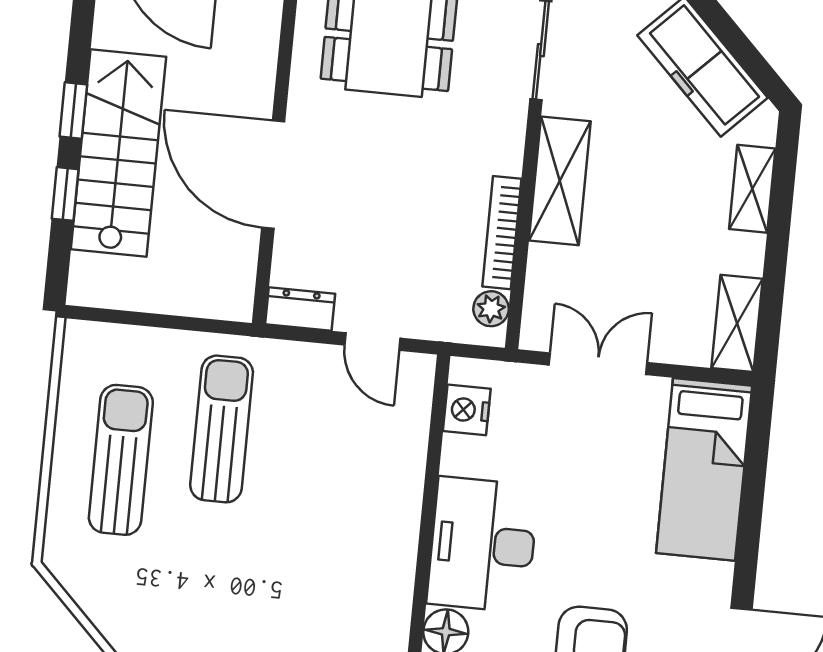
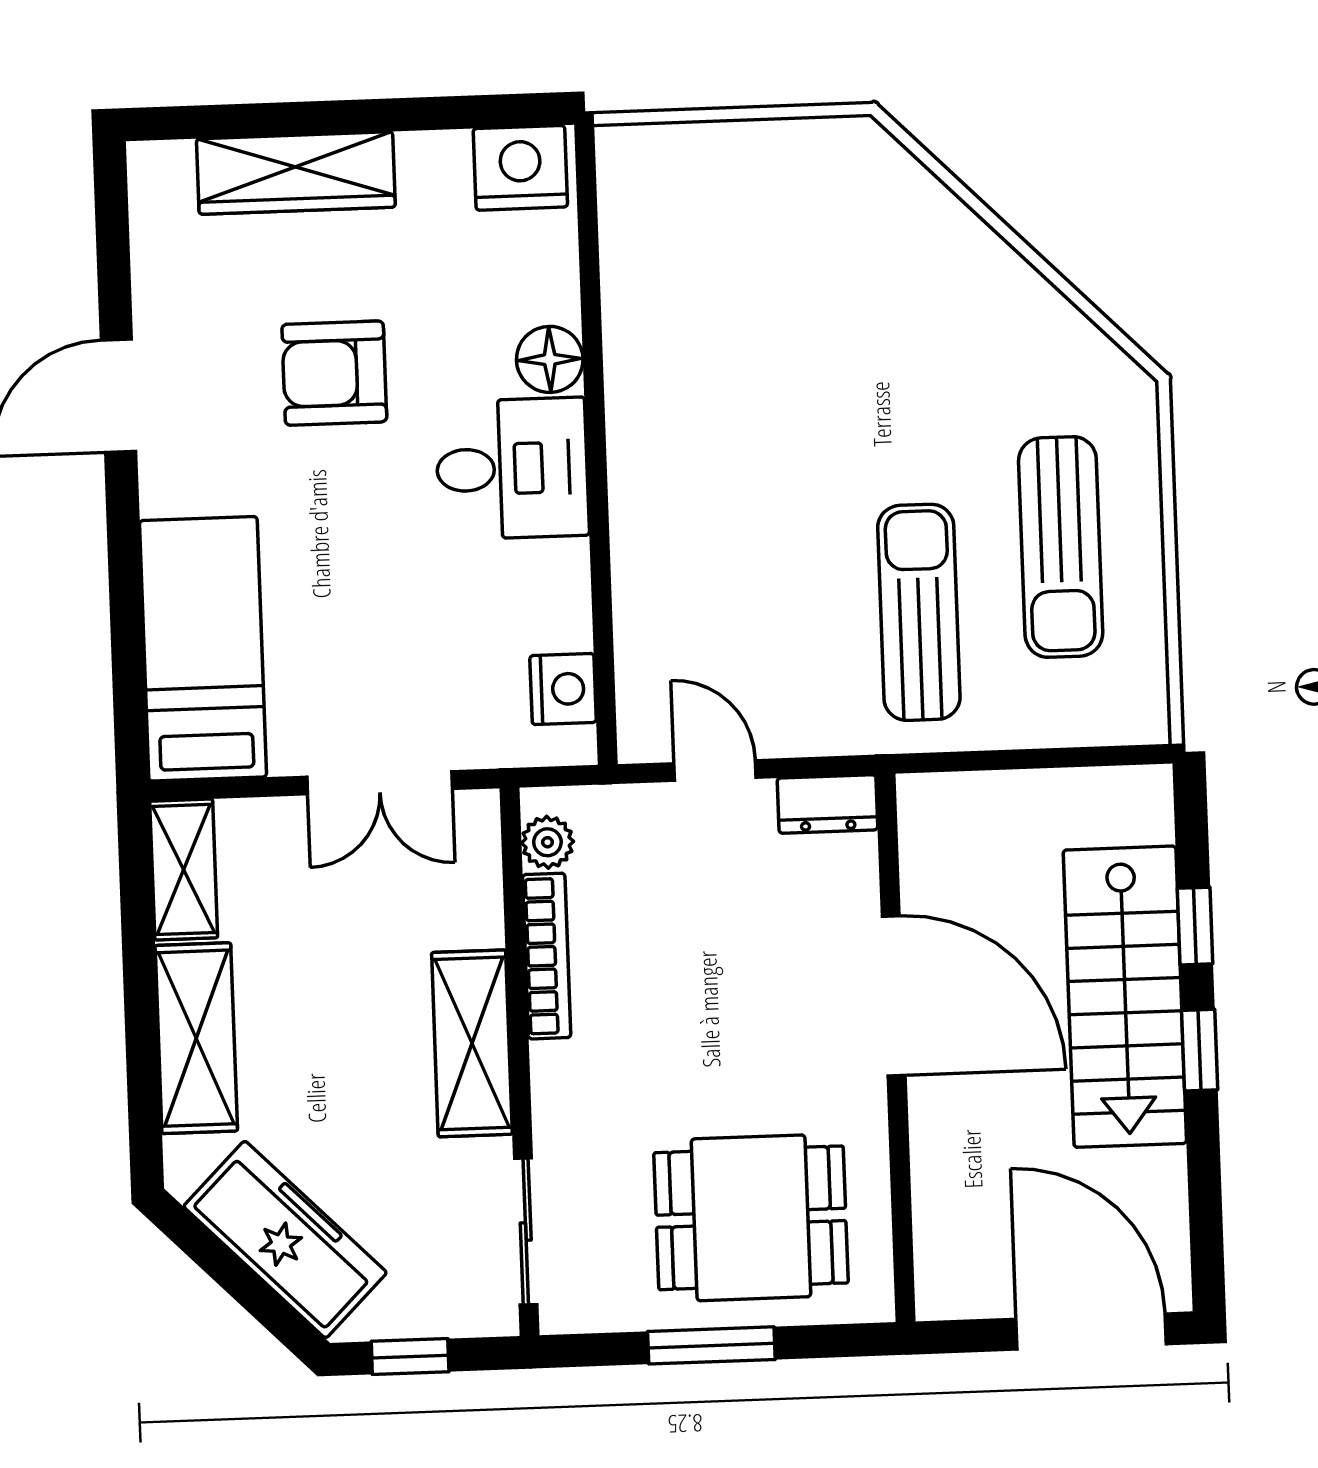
shelving: (752, 189) -> (196, 1038), width x1.50, depth x1.33
sun lounger: (222, 429) -> (919, 612), turned 180
desk: (483, 545) -> (512, 469), width x0.73

